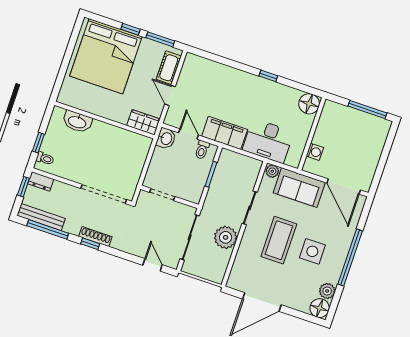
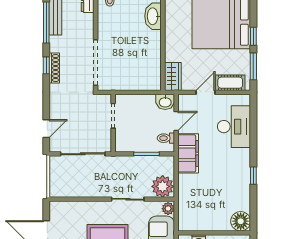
desk: (268, 141) -> (234, 127), moved, turned 180
plant: (226, 237) -> (163, 186), moved

